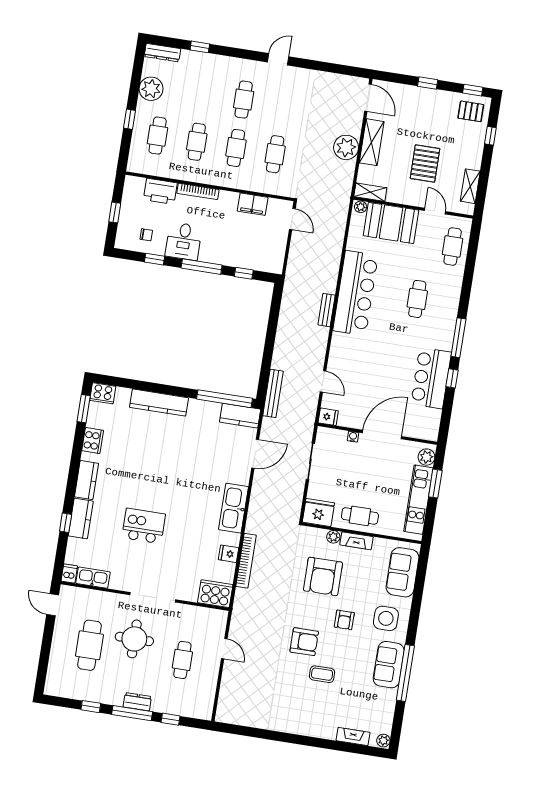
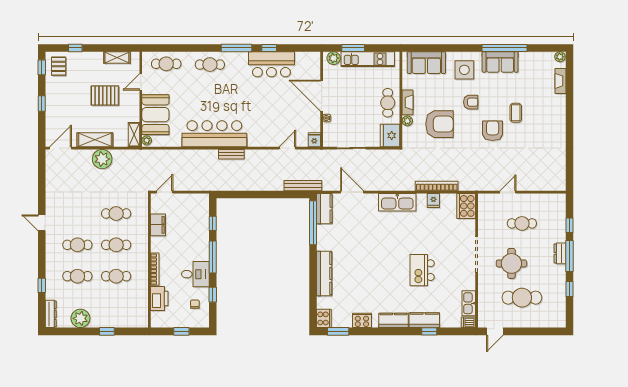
cafe table: (158, 136) -> (77, 276), moved
cafe table: (417, 299) -> (210, 65), moved

